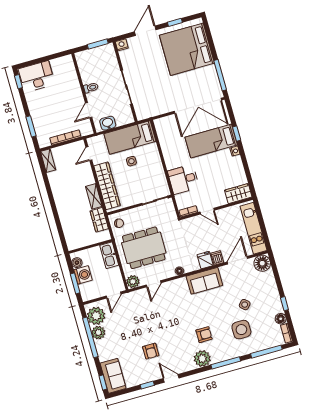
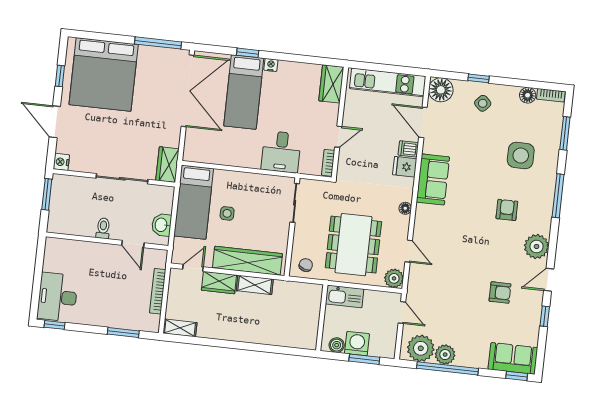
wardrobe: (147, 112) -> (167, 165), added
door: (89, 154) -> (193, 268), swing flipped
wardrobe: (99, 220) -> (219, 283), moved
window: (284, 304) -> (478, 78), moved
side table: (245, 305) -> (483, 103), moved
window: (266, 352) -> (565, 133), width x0.69
plant: (202, 359) -> (537, 247), moved

